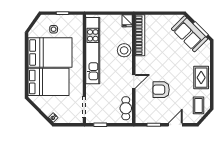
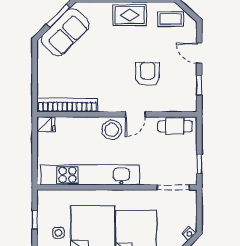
stool: (124, 50) -> (112, 130), moved
door: (134, 81) -> (135, 114), swing flipped
armchair: (161, 90) -> (148, 74), turned 180

